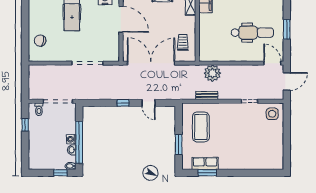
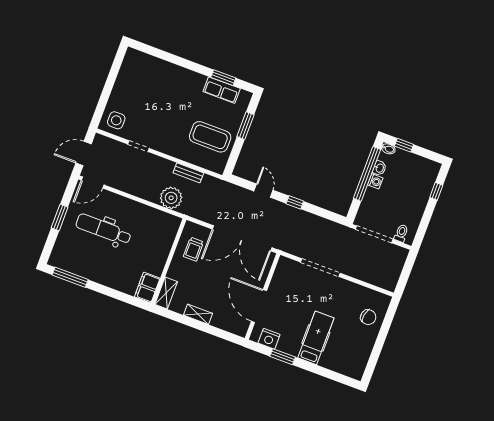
door: (272, 63) -> (93, 182), hinge flipped
window: (25, 125) -> (436, 191), moved
coffee table: (201, 127) -> (210, 137), turned 90

